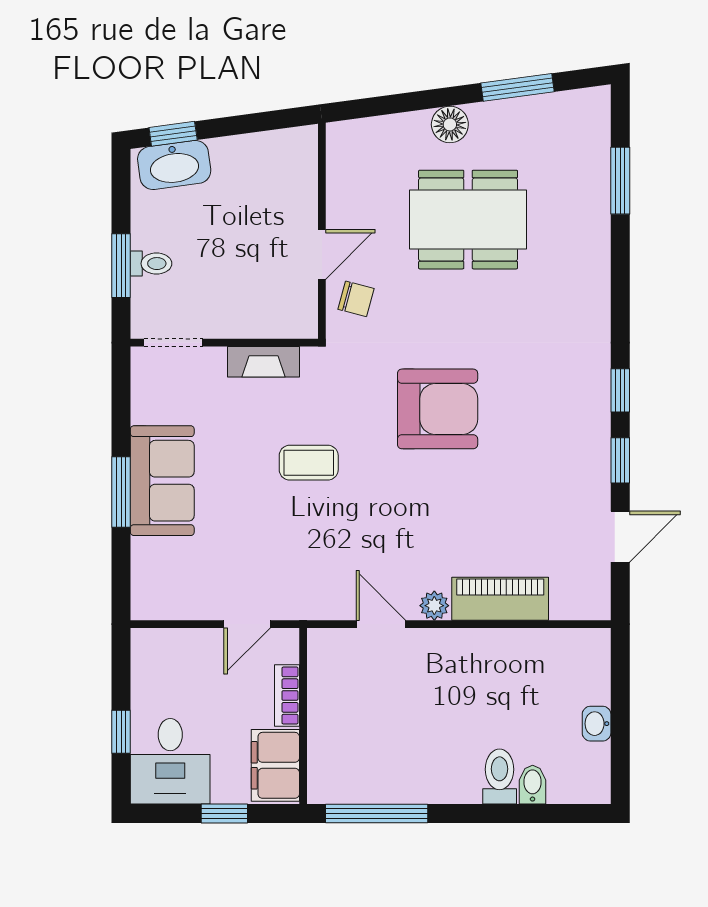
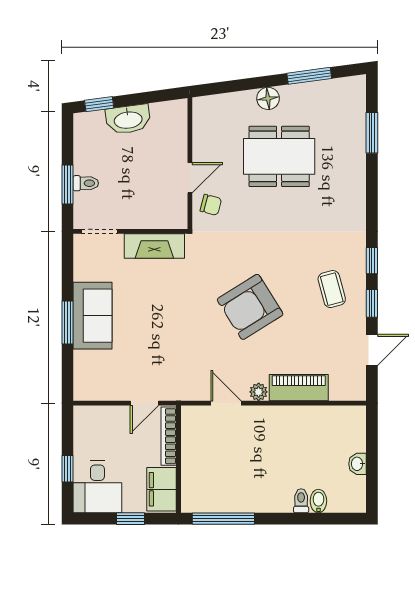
washbasin: (174, 165) -> (128, 119), moved
fireplace: (264, 362) -> (154, 246), width x1.37, depth x1.32
armchair: (438, 409) -> (250, 307), moved, turned 148
coffee table: (309, 463) -> (332, 289), moved, turned 75
bookcase: (287, 696) -> (169, 436), width x1.56
toilet: (500, 777) -> (301, 501), width x0.73, depth x0.72

